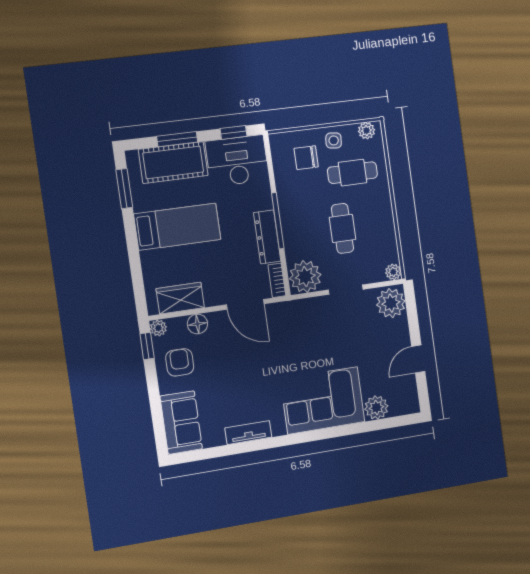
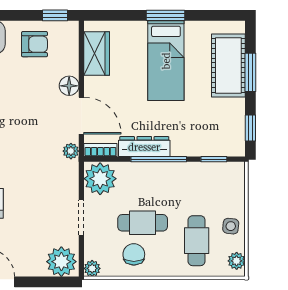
chair: (306, 158) -> (134, 254), moved
desk: (237, 161) -> (222, 128), removed
window: (270, 165) -> (214, 159), added
window: (124, 189) -> (165, 15), moved
door: (245, 304) -> (81, 116), swing flipped
floor lamp: (197, 324) -> (69, 86), moved
plant: (158, 328) -> (71, 151), moved

